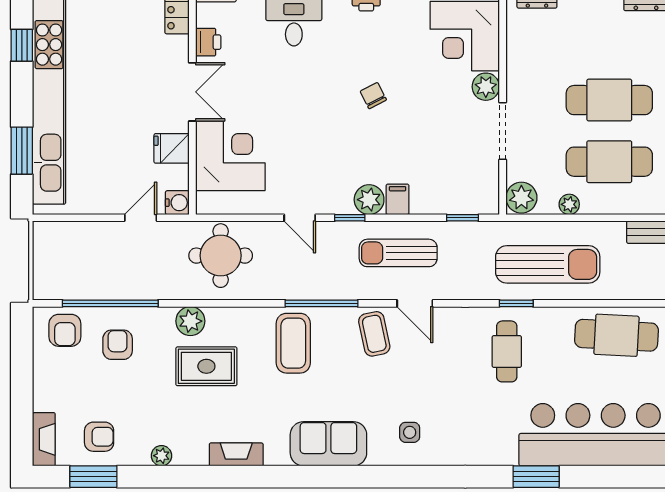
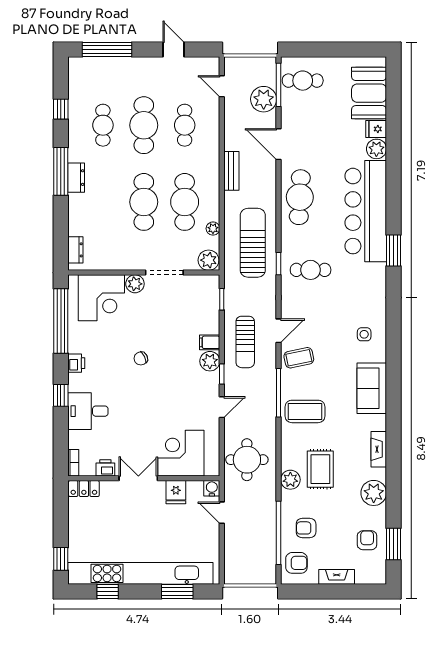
fireplace: (44, 439) -> (337, 577), moved
plant: (161, 456) -> (374, 493), width x1.87, depth x1.87

